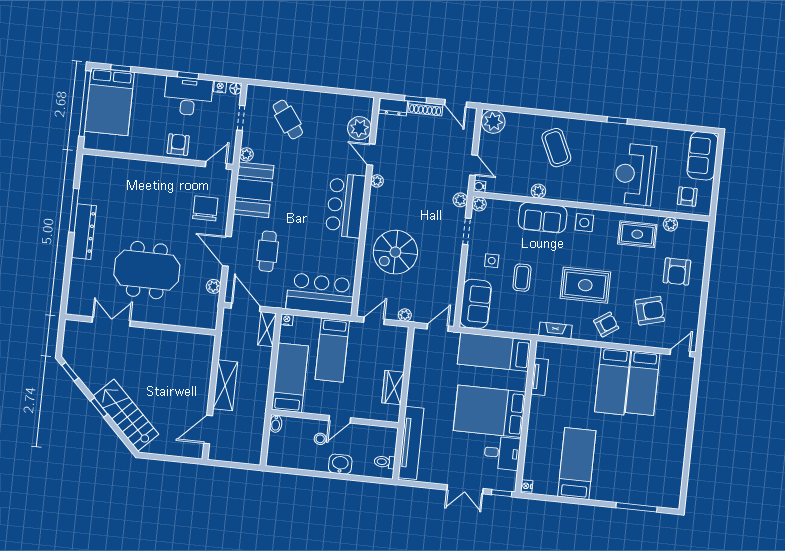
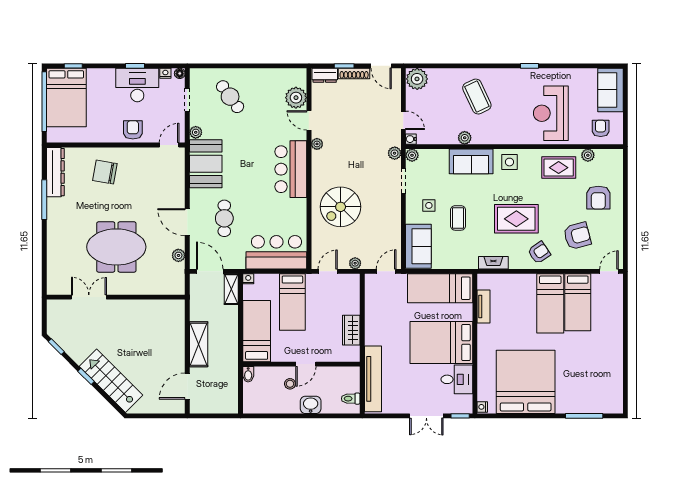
chair: (205, 208) -> (105, 172), moved, turned -80
dresser: (84, 232) -> (55, 172), moved
bed: (577, 464) -> (526, 382), width x2.04

